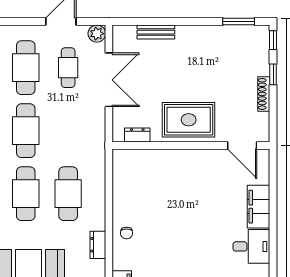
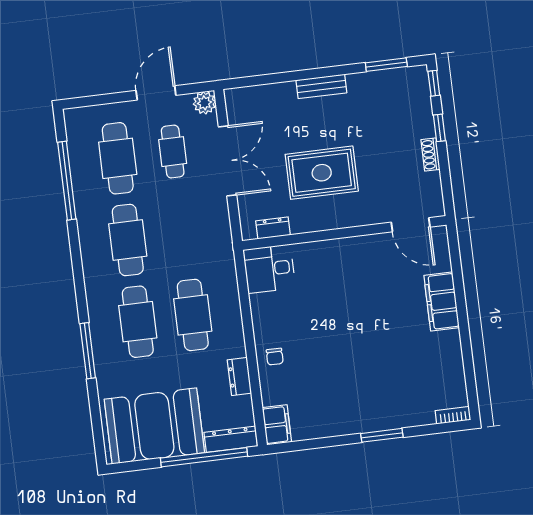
bench: (156, 32) -> (321, 86), moved
shoe rack: (264, 94) -> (430, 155), width x0.70
rug: (189, 120) -> (322, 173), moved
desk: (251, 246) -> (269, 269), moved, turned 180

